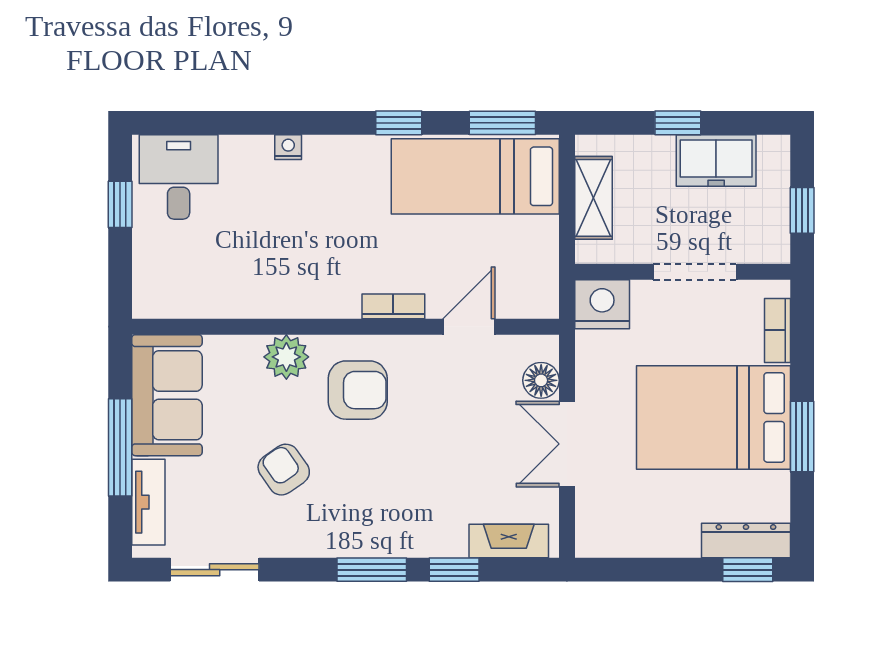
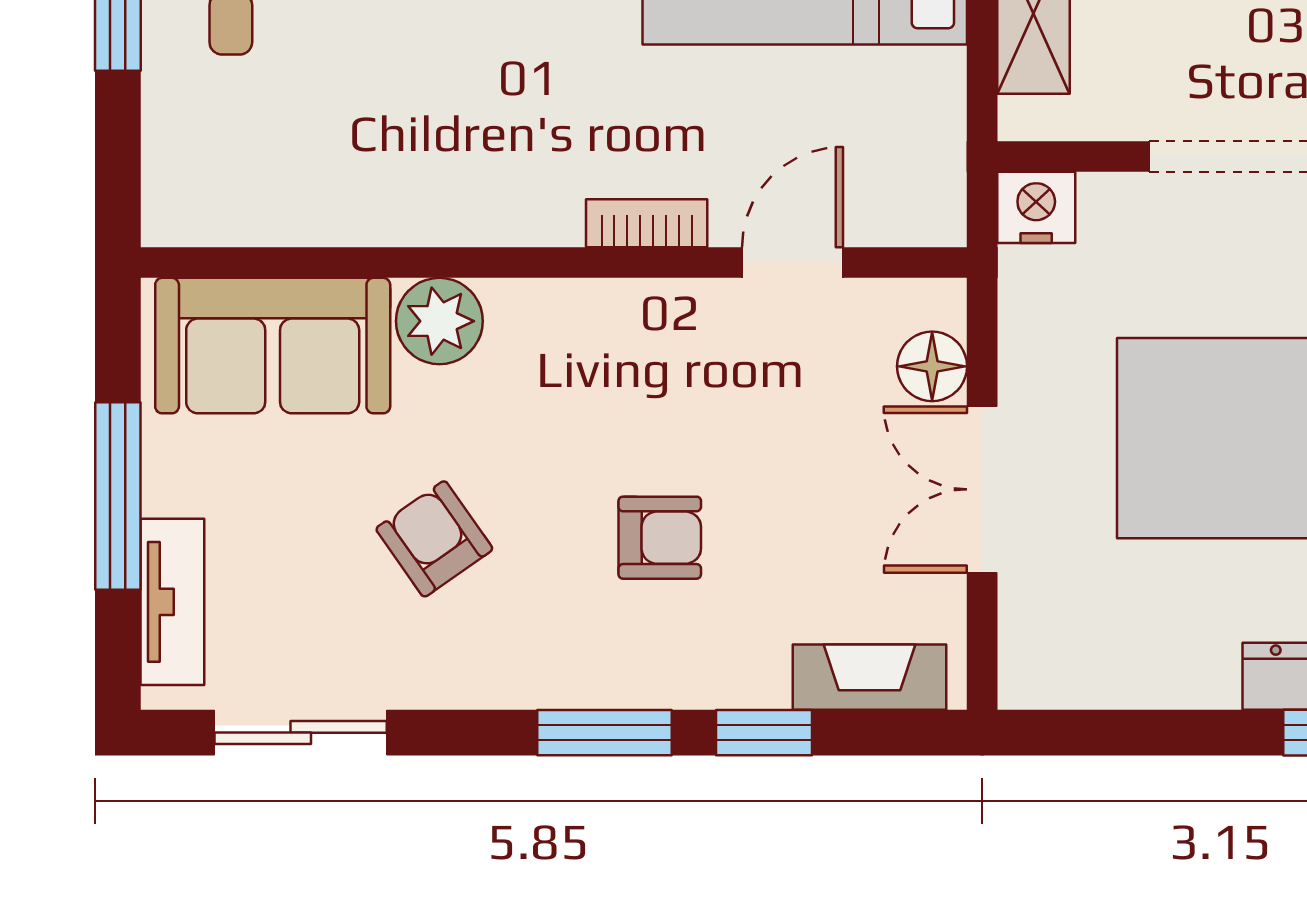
nightstand: (602, 304) -> (1036, 207), width x0.74, depth x0.75
armchair: (358, 390) -> (660, 538), moved, width x0.72, depth x0.72
sofa: (167, 395) -> (273, 346), moved, turned 90

